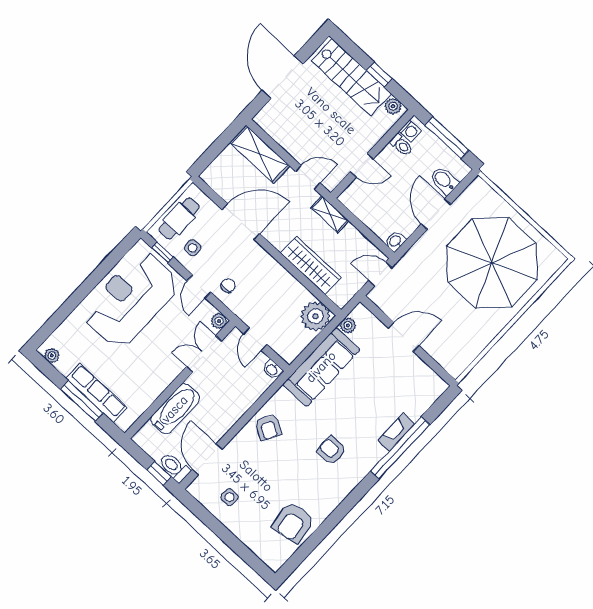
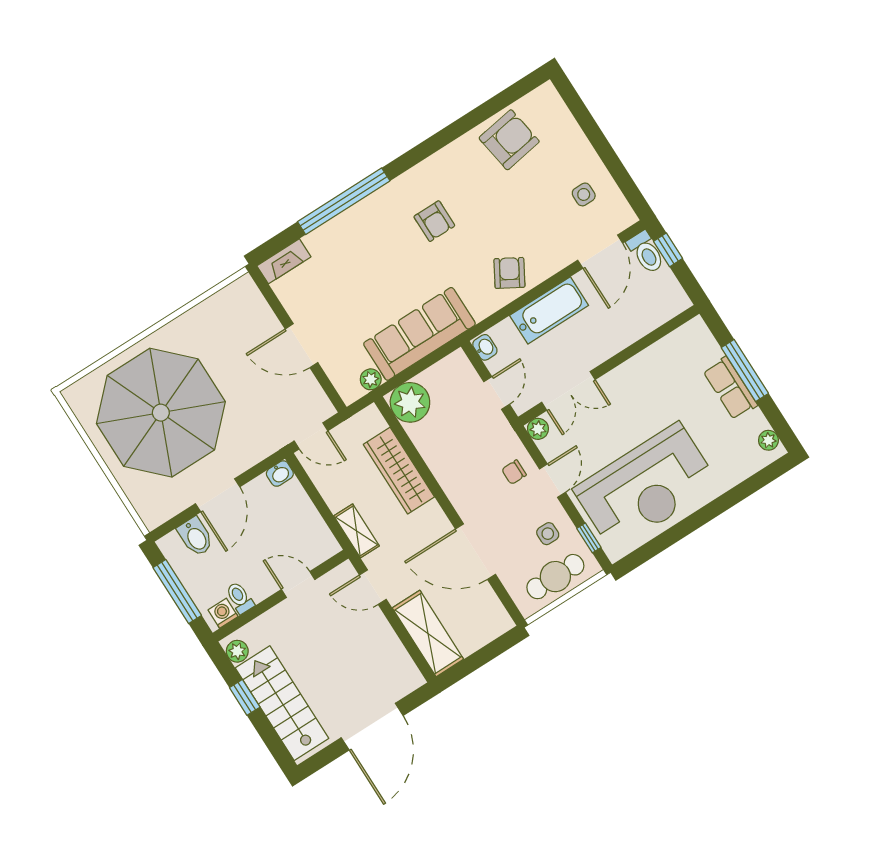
row of seats: (97, 393) -> (730, 388), width x0.68
bathtub: (175, 409) -> (549, 310), moved, turned 180
fireplace: (396, 432) -> (284, 261), moved

